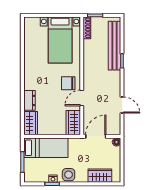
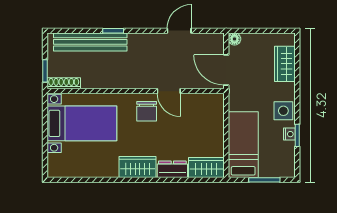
wardrobe: (73, 123) -> (138, 167), moved, turned 180

